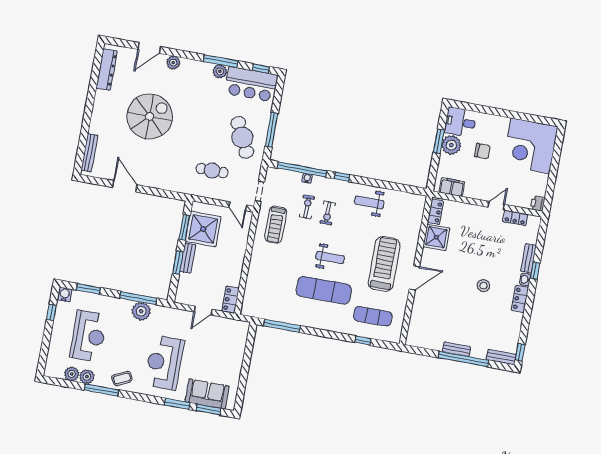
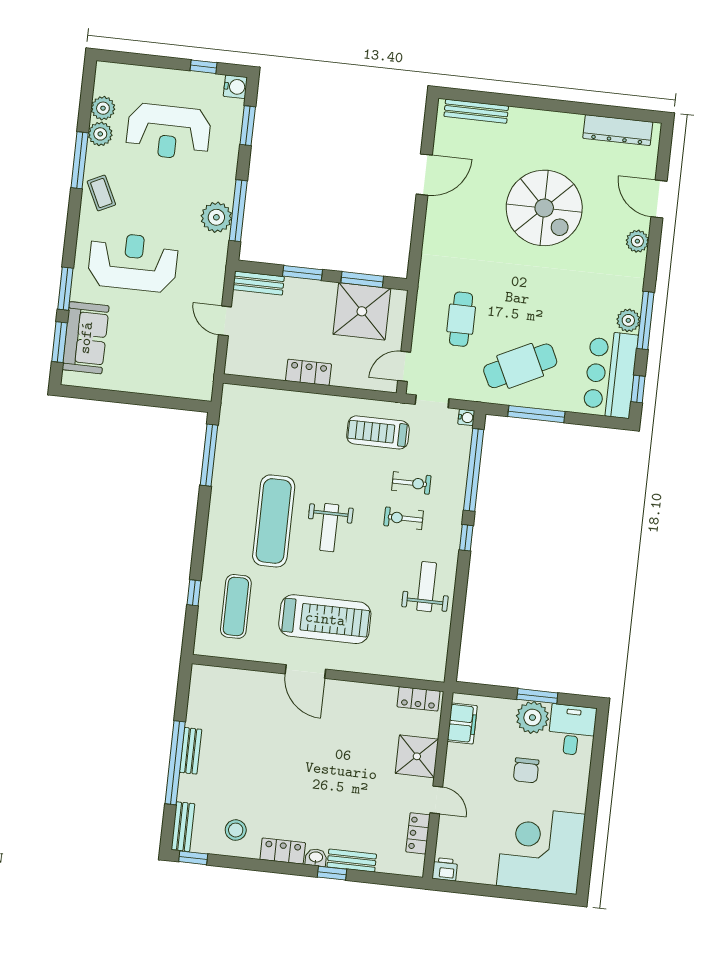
water cooler: (307, 178) -> (466, 417), moved
shower: (436, 237) -> (417, 756), moved
bench: (188, 258) -> (259, 283), moved
stool: (483, 286) -> (236, 830), moved
locker: (230, 300) -> (308, 372), moved

